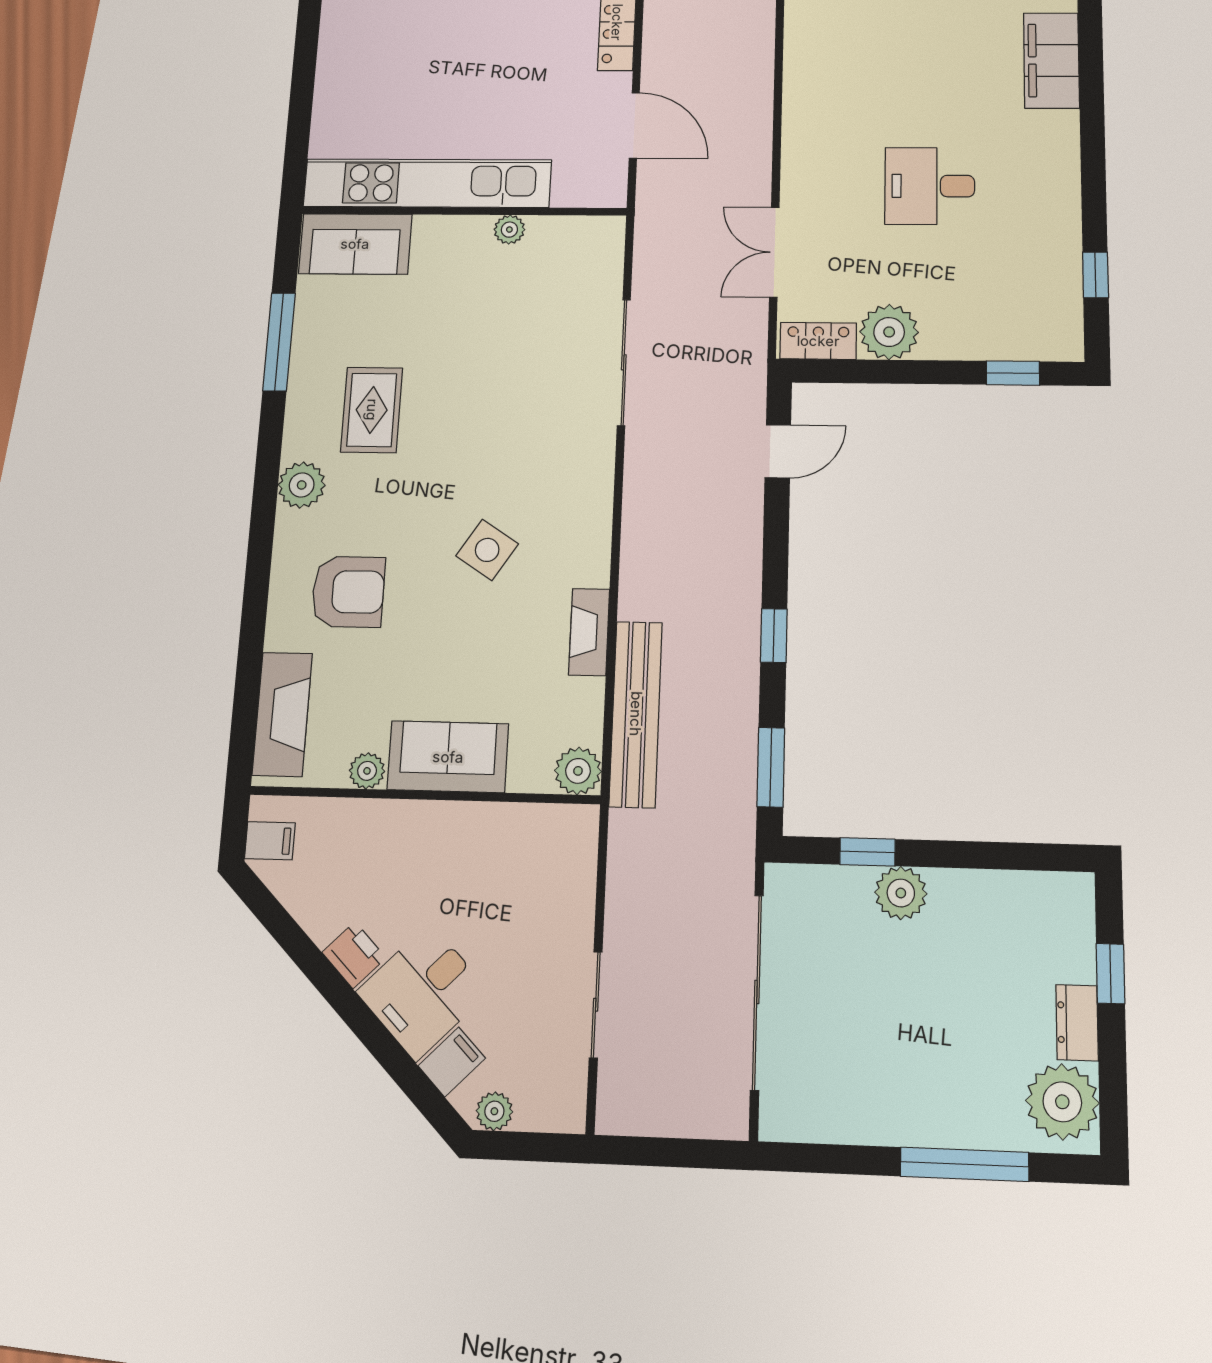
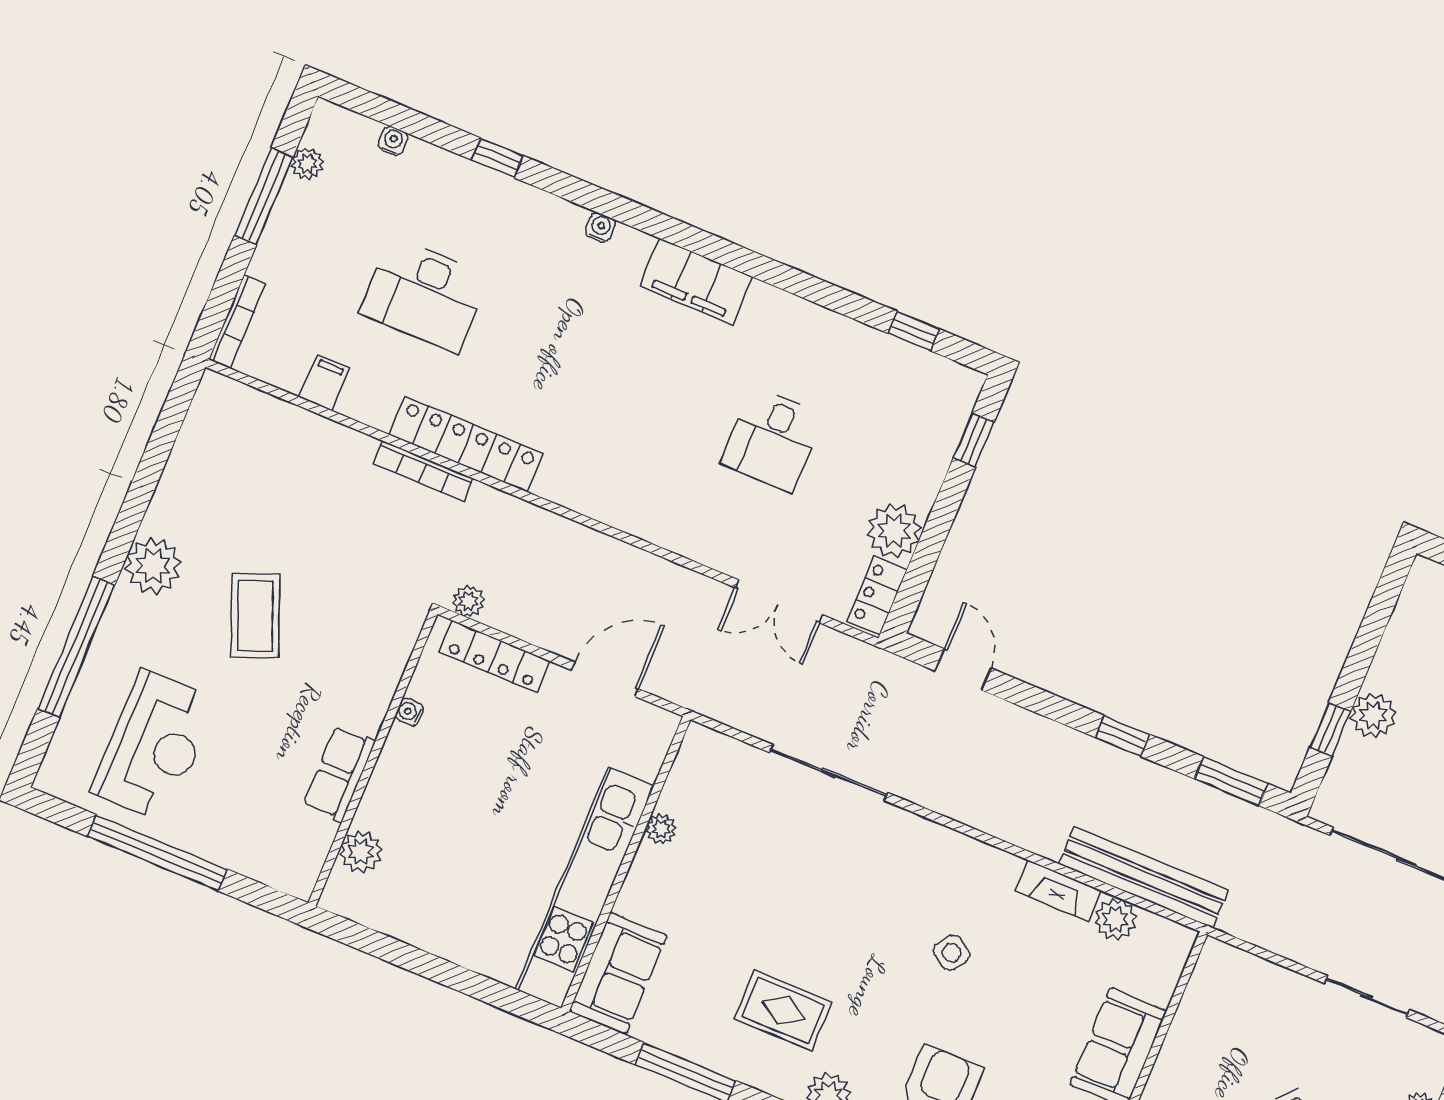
side table: (487, 550) -> (952, 953), width x0.73, depth x0.73
plant: (578, 771) -> (1116, 919), moved

